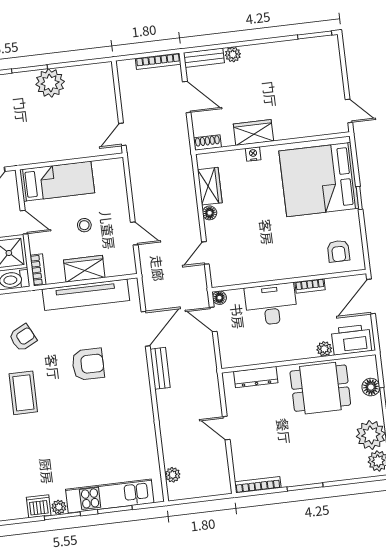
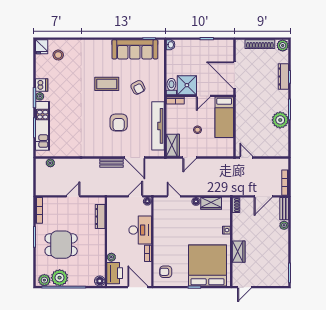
wardrobe: (253, 132) -> (239, 252), moved
wardrobe: (84, 269) -> (173, 145), moved
floor lamp: (371, 387) -> (100, 281), moved
dining table: (320, 388) -> (61, 245), moved, turned 90

